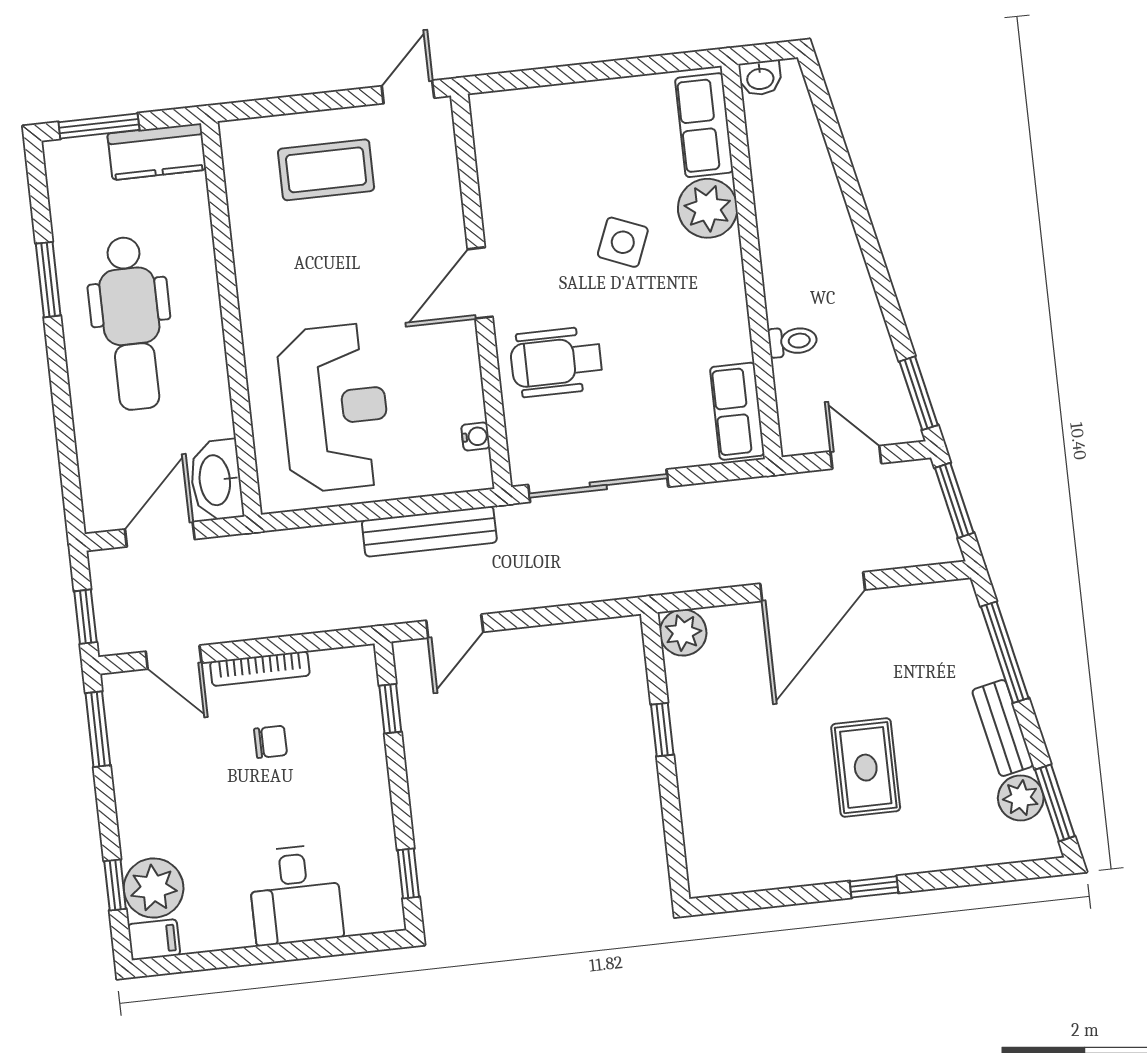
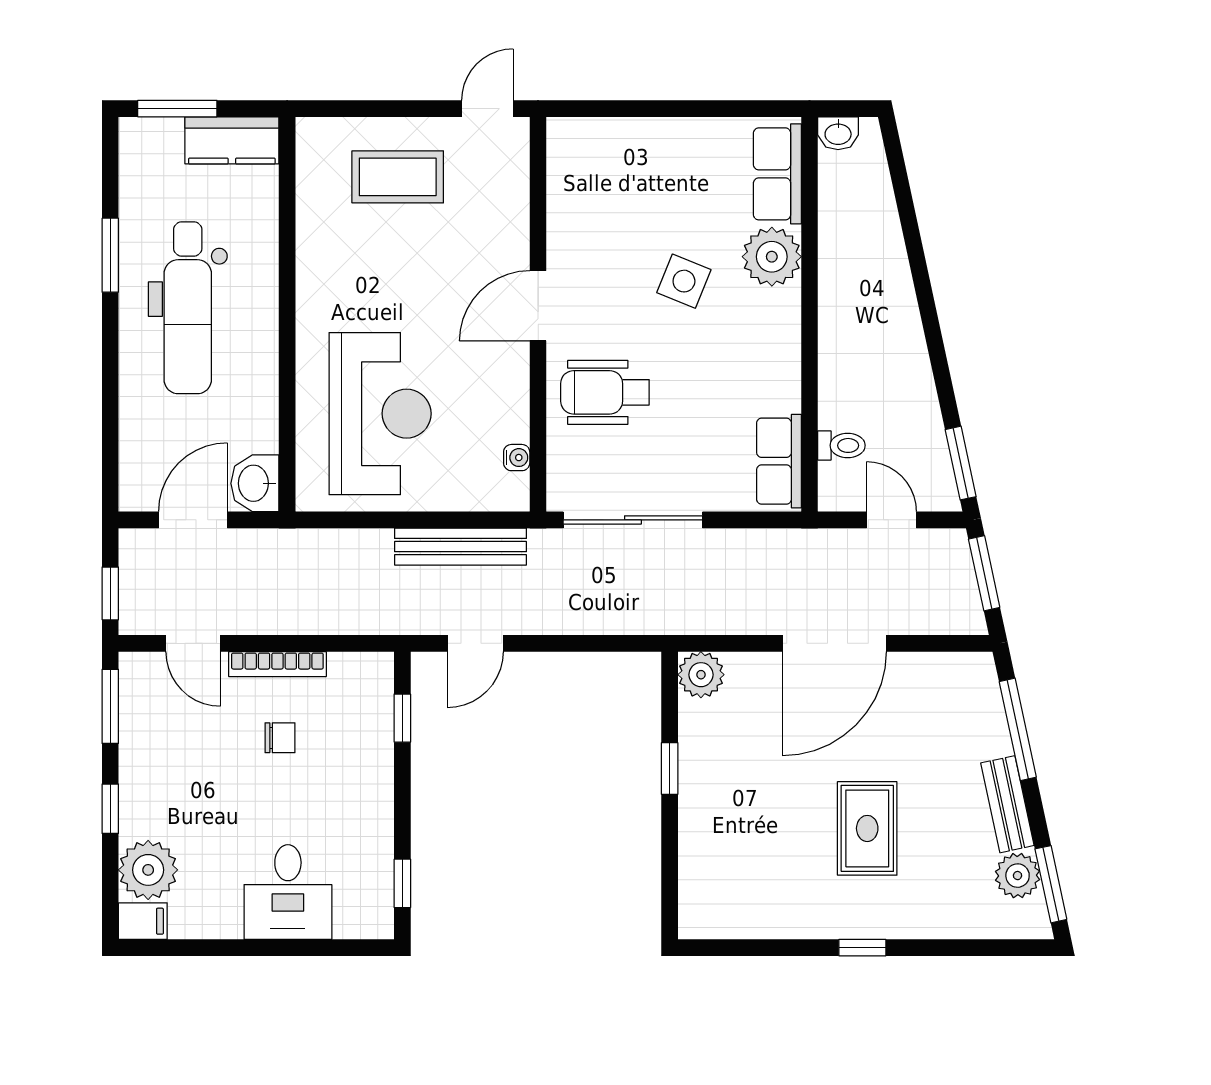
toilet: (793, 341) -> (841, 445), moved
washbasin: (216, 480) -> (255, 483), width x0.72
window: (115, 885) -> (110, 809), moved

